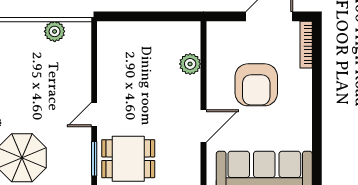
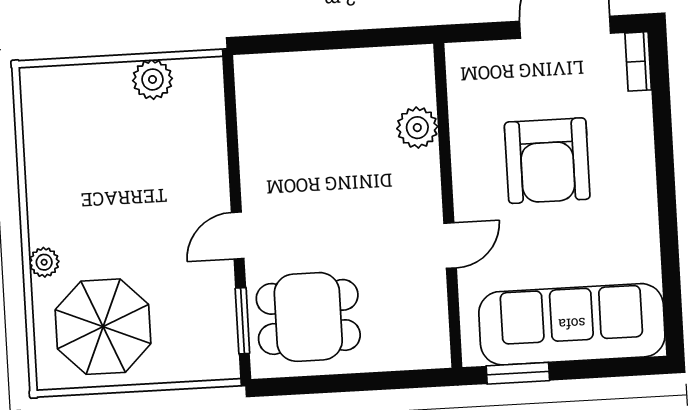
bookcase: (306, 45) -> (638, 61), width x0.64
door: (204, 126) -> (450, 246), width x0.73

